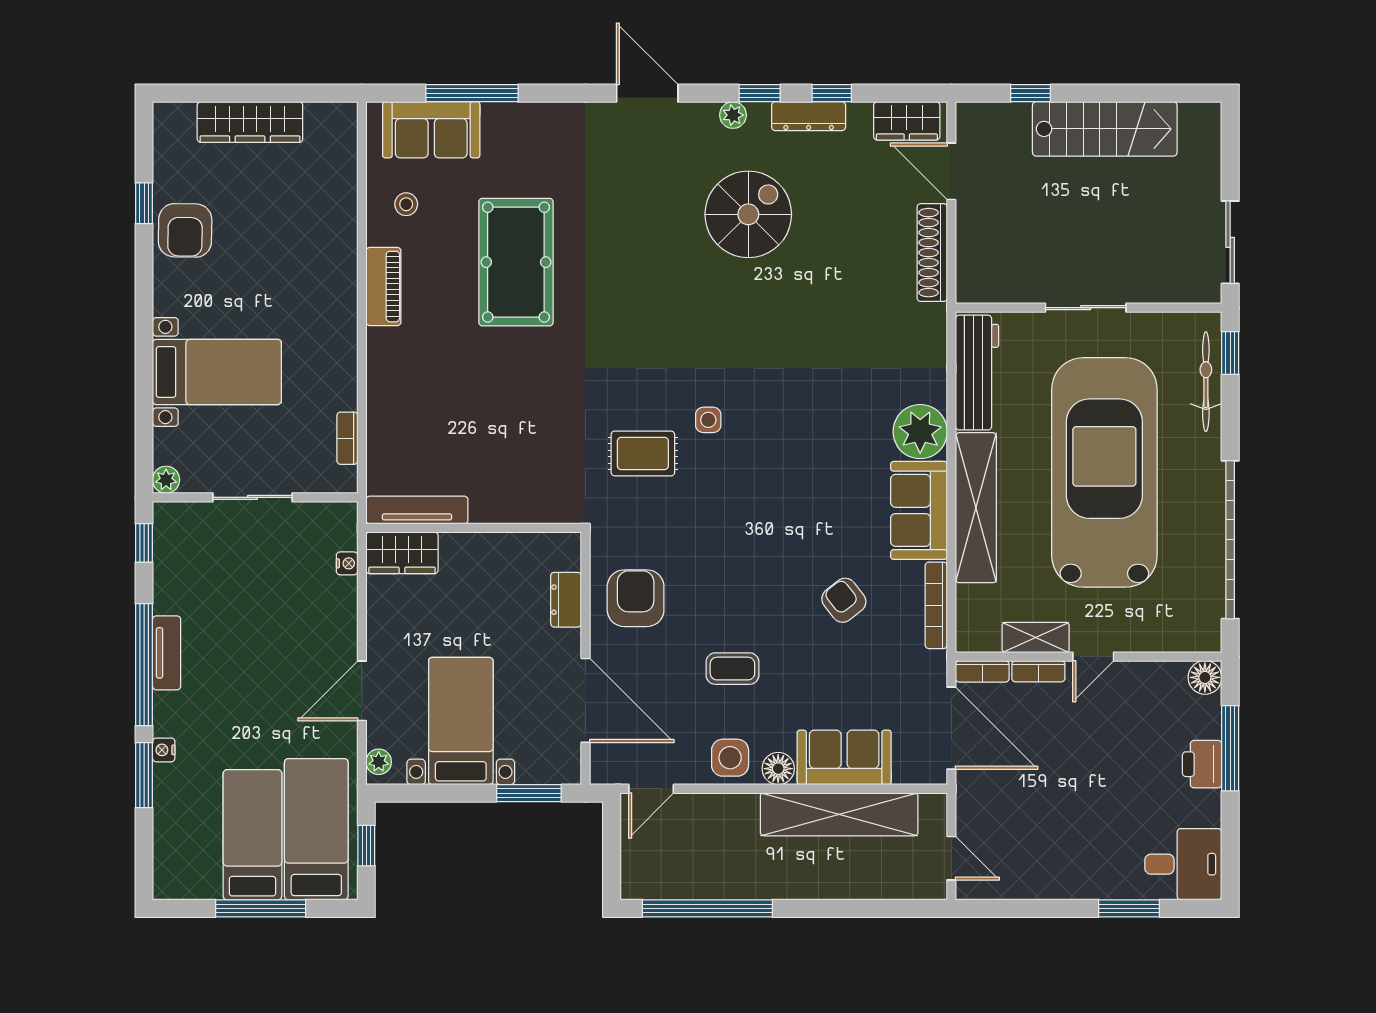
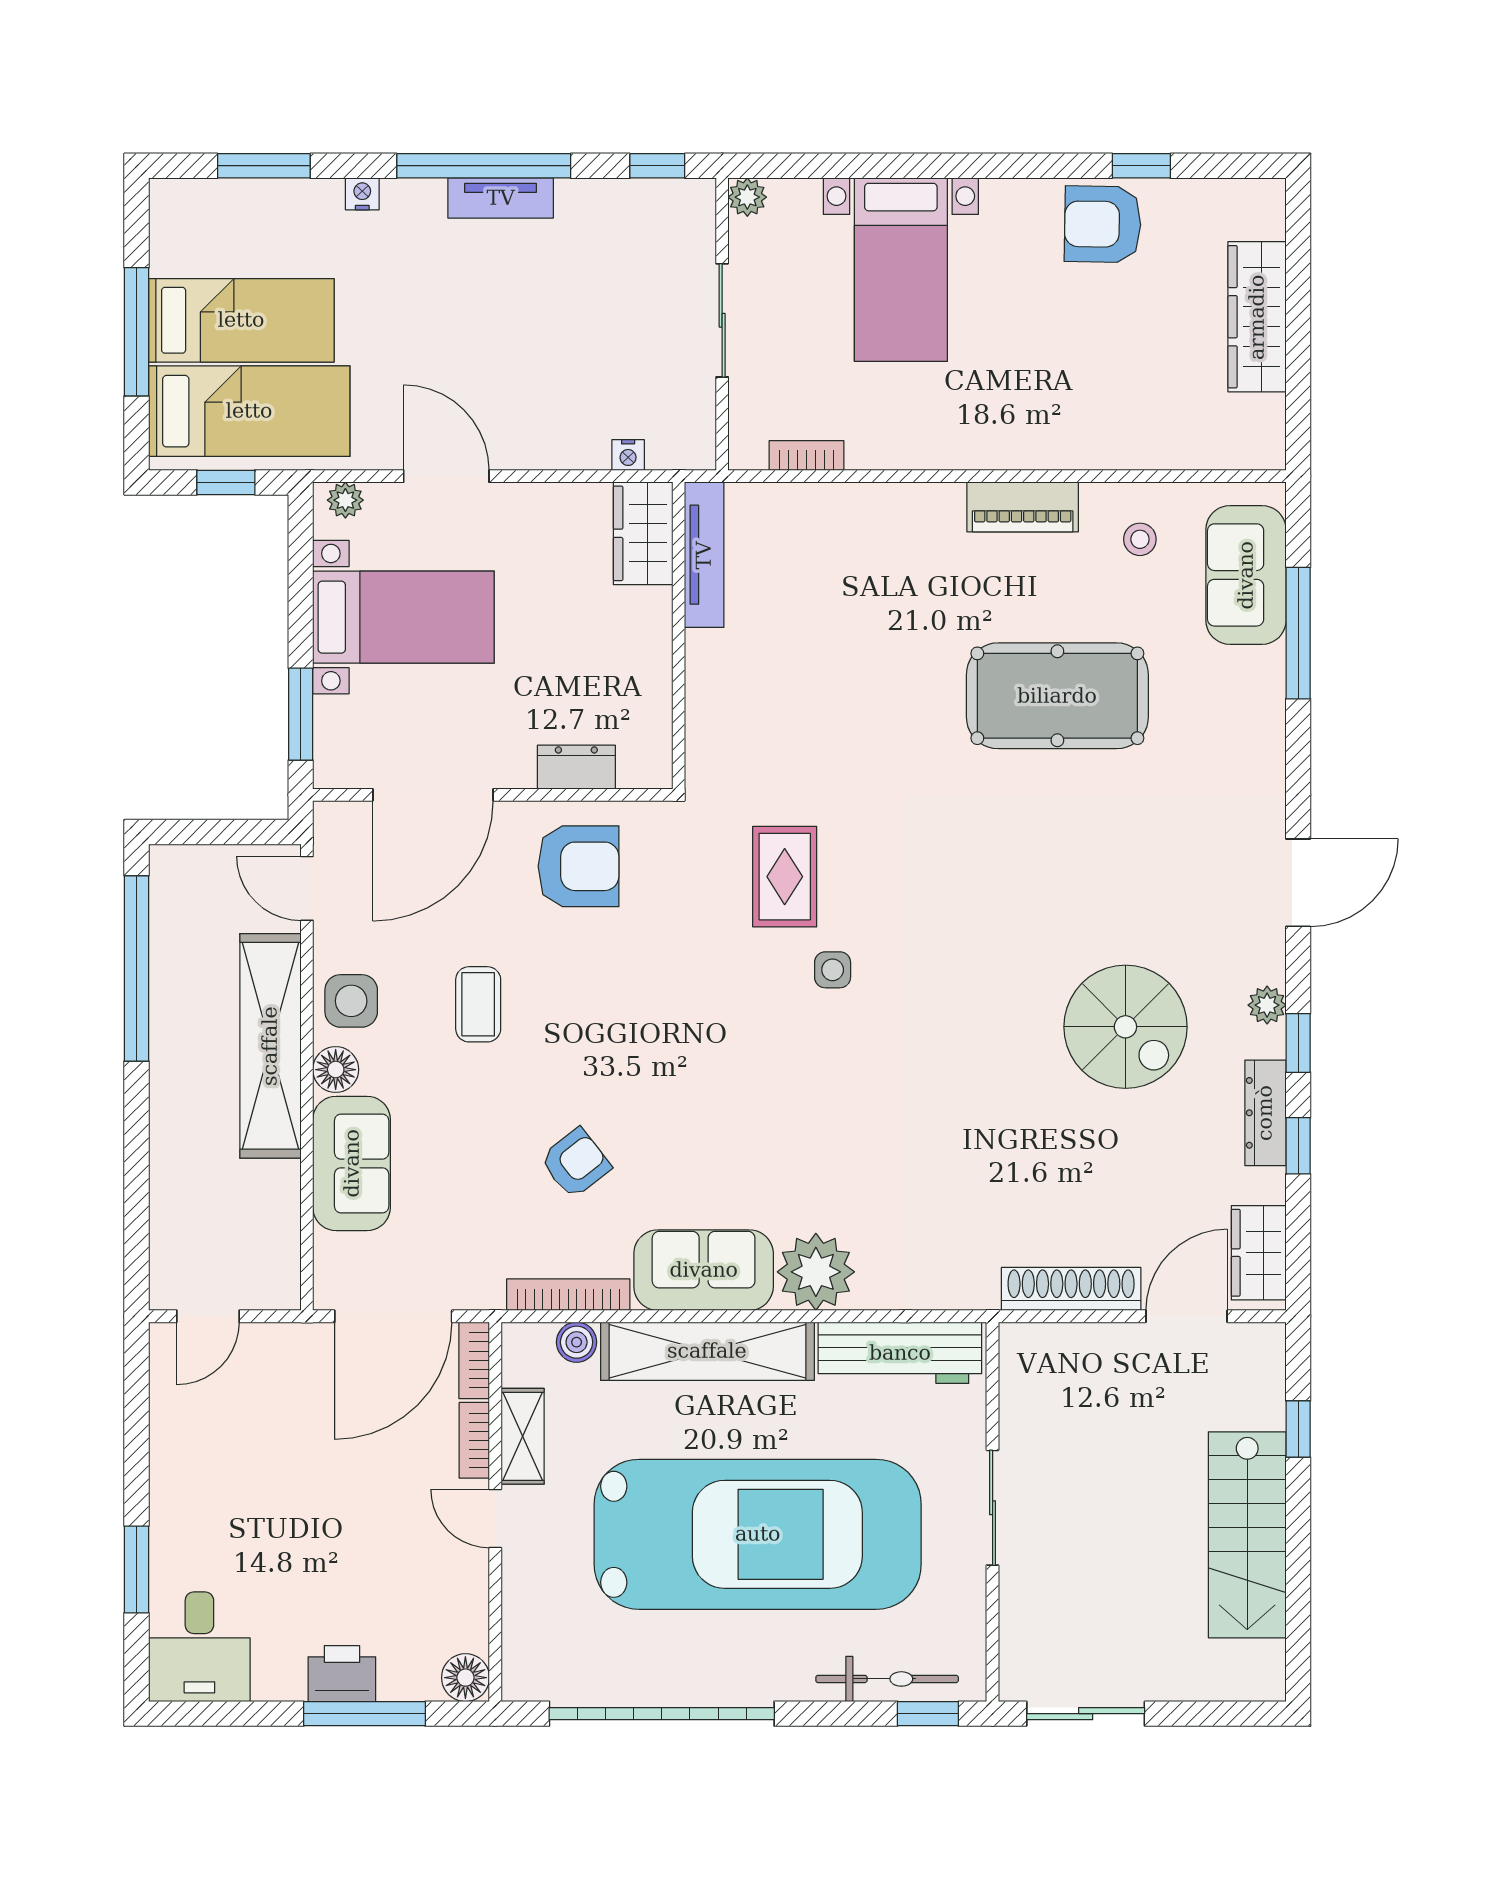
boiler: (970, 600) -> (577, 1342), added
window: (144, 775) -> (264, 166), moved
shelving: (839, 814) -> (270, 1046), moved

